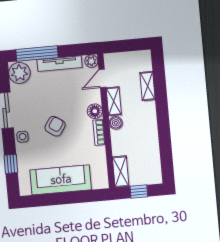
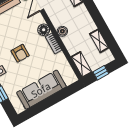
shelving: (114, 101) -> (99, 41), moved
armchair: (55, 126) -> (20, 53), turned 146

